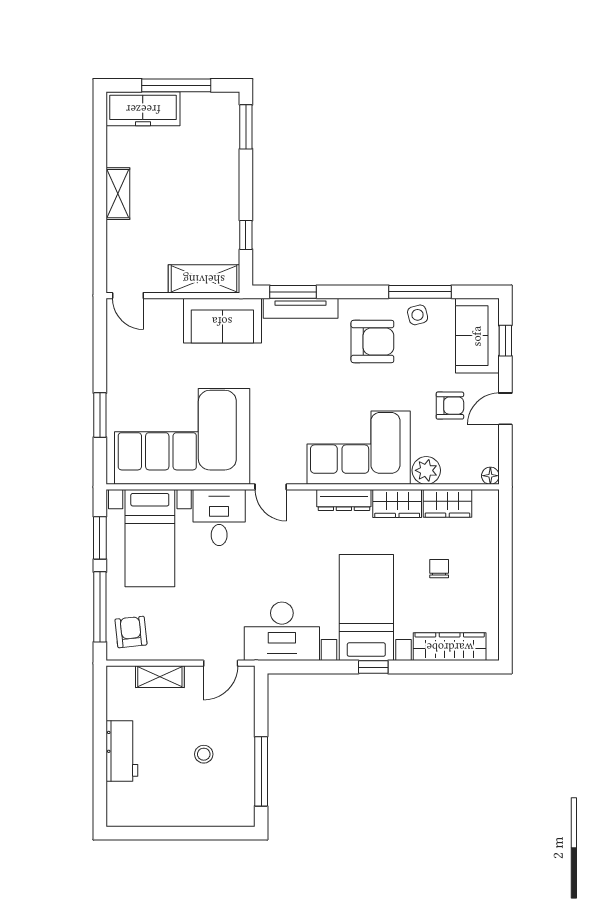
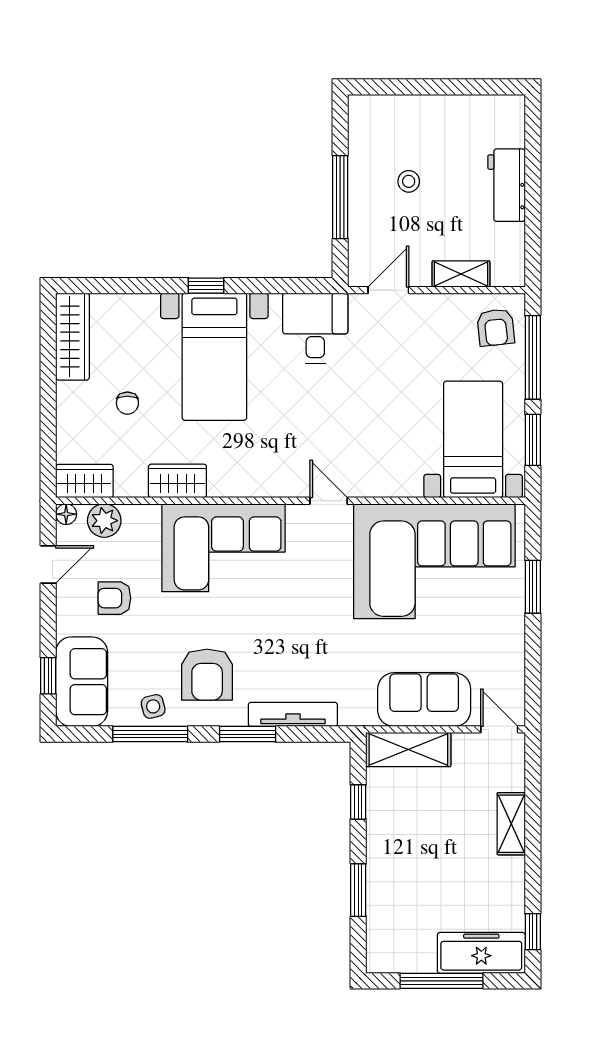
window: (100, 126) -> (533, 932), added
window: (246, 127) -> (358, 890), moved
shelving: (118, 194) -> (511, 824), moved
window: (293, 292) -> (248, 734), moved
sofa: (222, 321) -> (424, 700), moved
armchair: (372, 342) -> (207, 675), turned -90
door: (505, 409) -> (48, 564), moved
plant: (426, 470) -> (104, 521), moved
dresser: (344, 500) -> (241, 485), removed
wardrobe: (447, 503) -> (84, 481), moved
desk: (219, 518) -> (390, 464), removed
desk: (282, 631) -> (315, 328), width x0.73
wardrobe: (450, 647) -> (73, 337), moved, turned -90
window: (261, 771) -> (340, 197), moved

